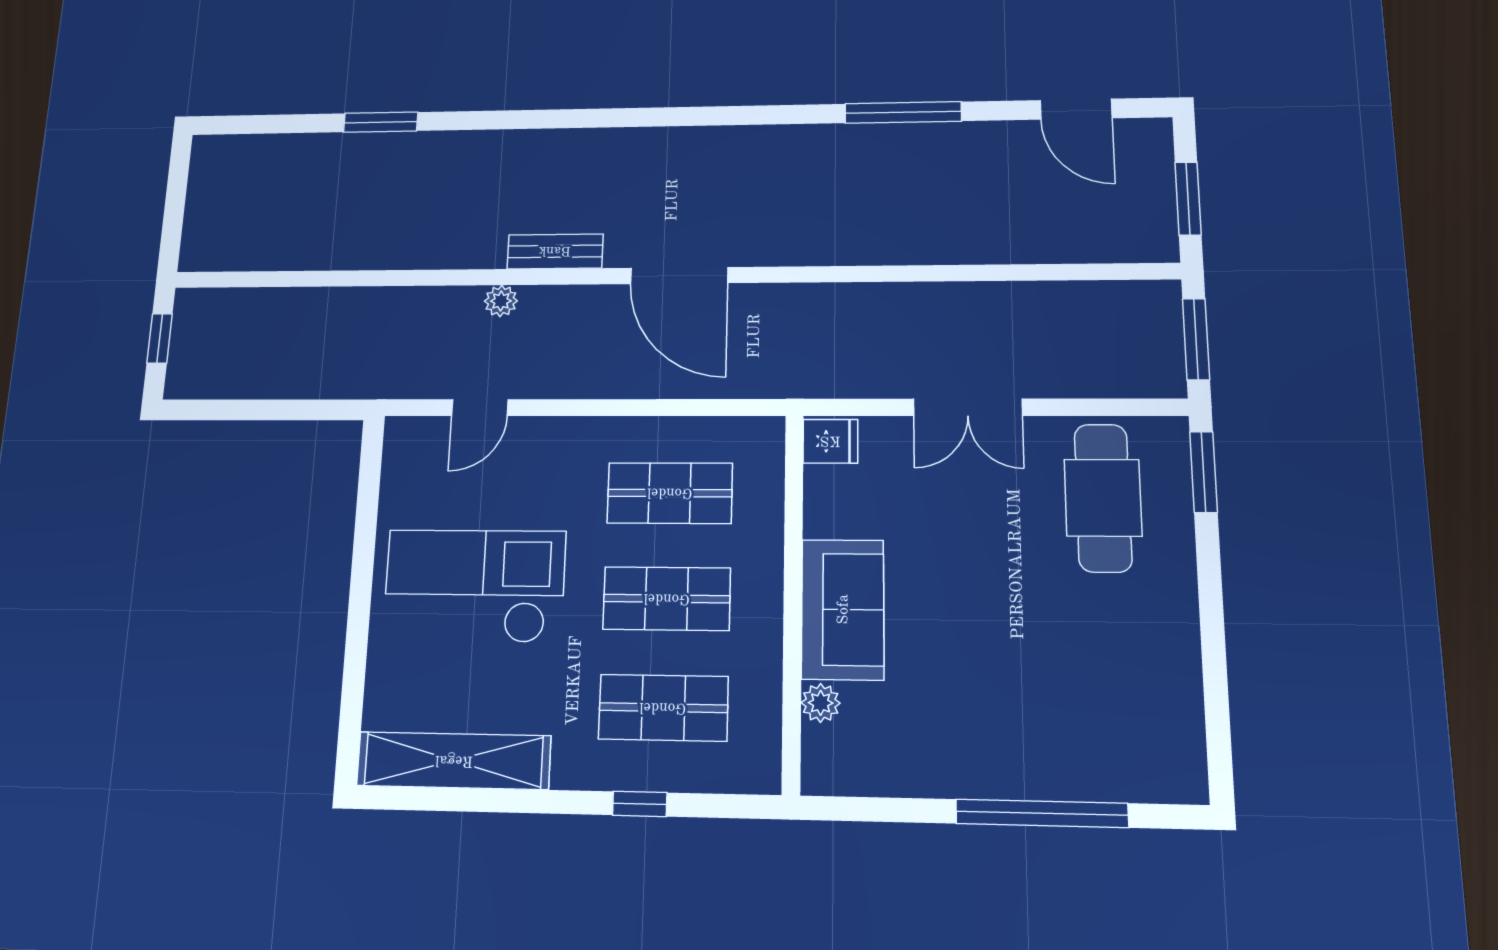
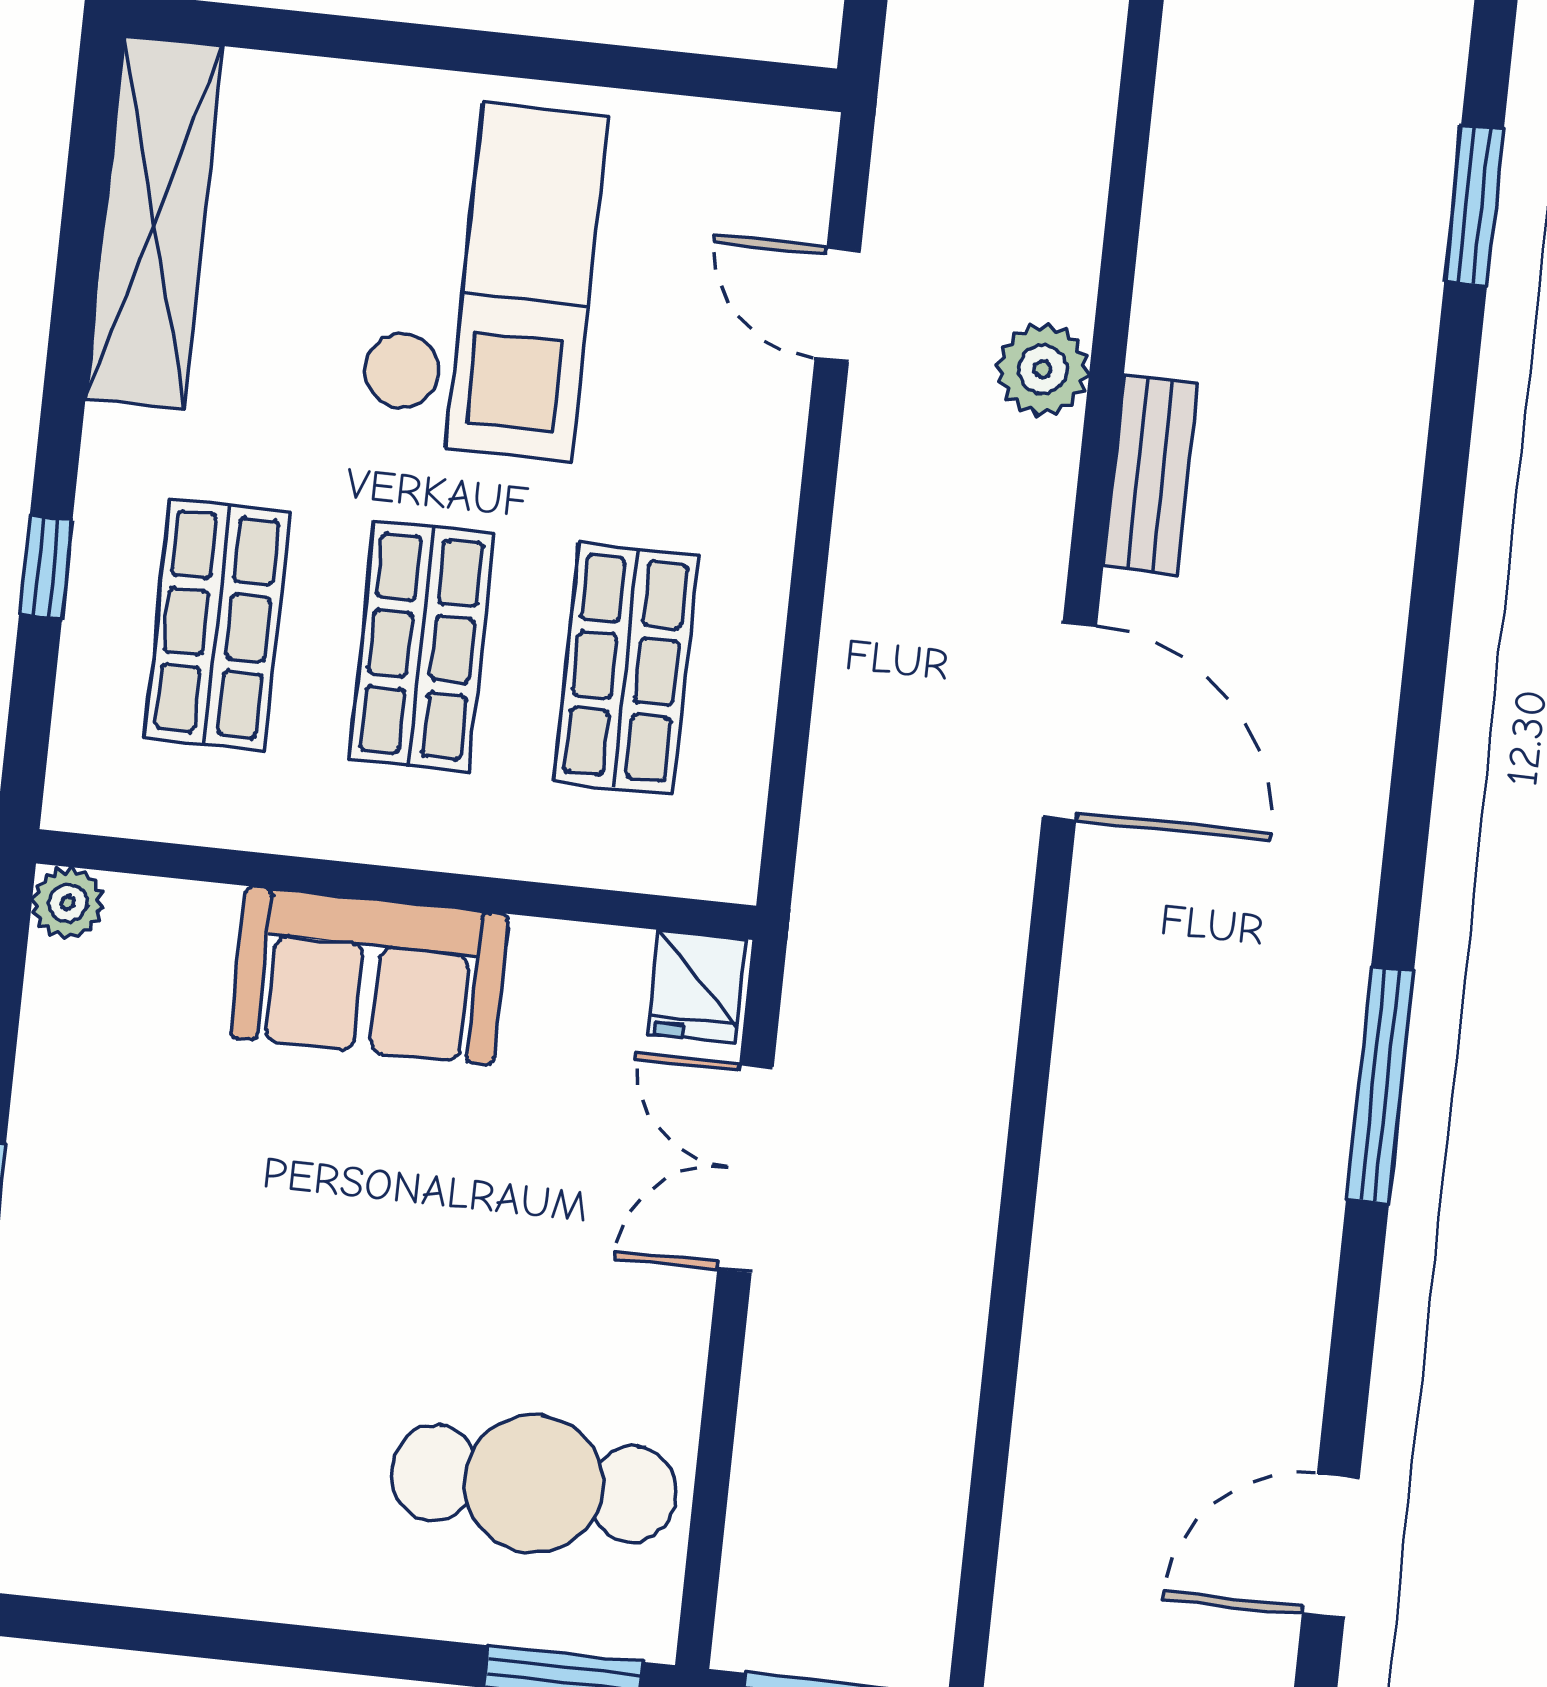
window: (903, 112) -> (1380, 1085), moved
window: (381, 122) -> (1474, 206), moved
door: (679, 276) -> (1069, 721), swing flipped
plant: (501, 301) -> (1043, 369), width x1.38, depth x1.38
double door: (968, 407) -> (745, 1168), moved
plant: (821, 703) -> (68, 903), moved

